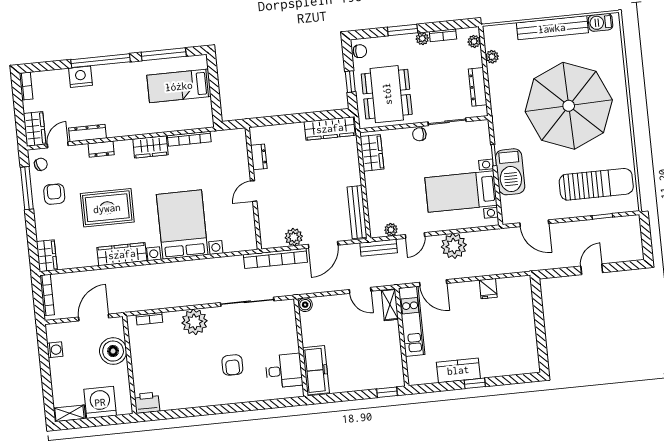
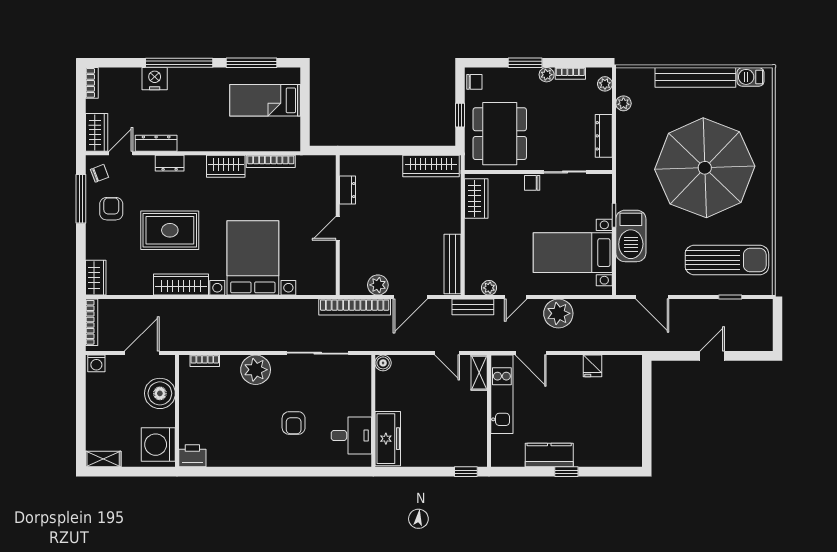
washing machine: (55, 350) -> (96, 363), moved, turned 90
washing machine: (100, 402) -> (158, 445), moved, turned -90

